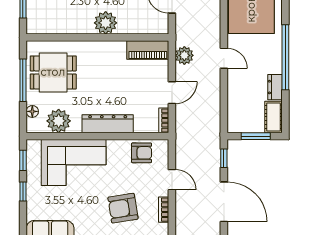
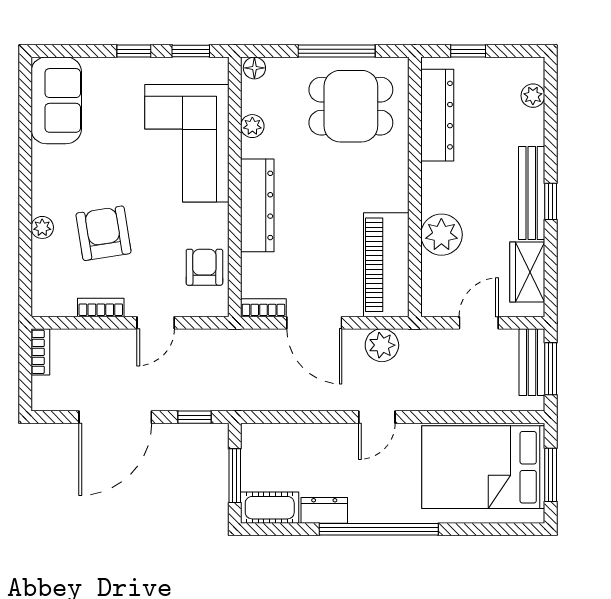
plant: (106, 23) -> (441, 235), moved
dresser: (58, 25) -> (437, 115), added
piano: (148, 50) -> (386, 265), width x1.37, depth x1.33
dining table: (53, 72) -> (351, 106), turned 90
door: (172, 93) -> (314, 323), width x1.38
floor lamp: (32, 111) -> (254, 68), moved
plant: (59, 121) -> (252, 126), width x0.53, depth x0.53
armchair: (142, 153) -> (204, 267), turned 180

